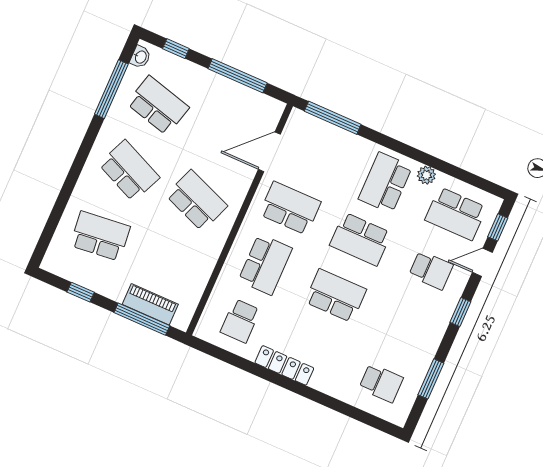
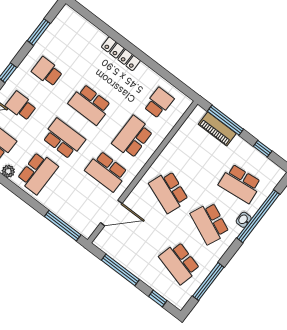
washbasin: (140, 57) -> (244, 220), moved
window: (64, 197) -> (258, 216), added
locker: (284, 365) -> (121, 54), moved
school desk: (381, 383) -> (47, 72), moved

